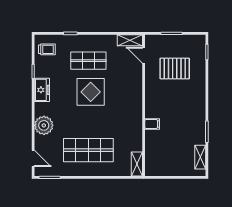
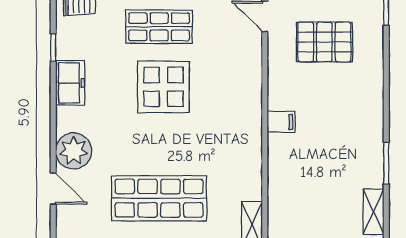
filing cabinet: (152, 124) -> (281, 122), moved
door: (33, 158) -> (53, 188), moved

